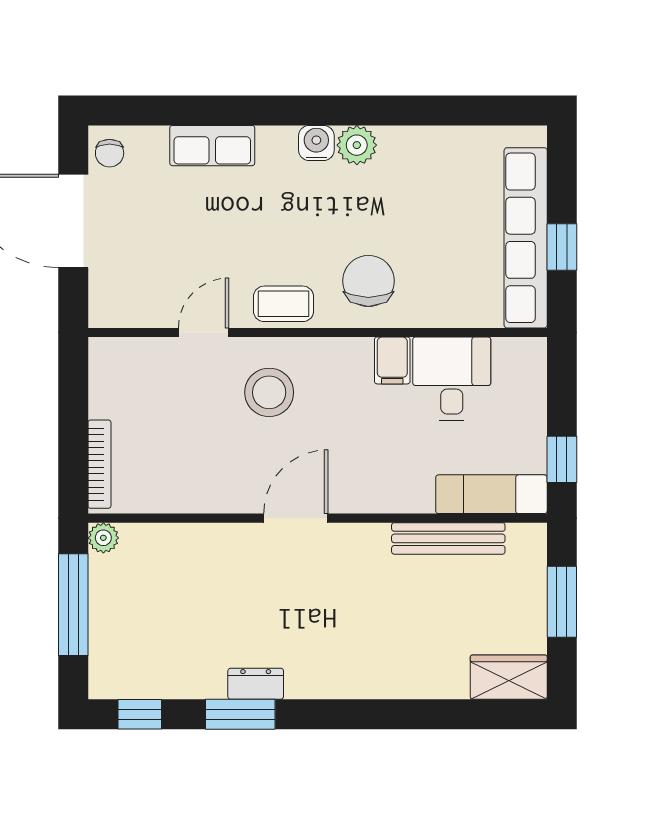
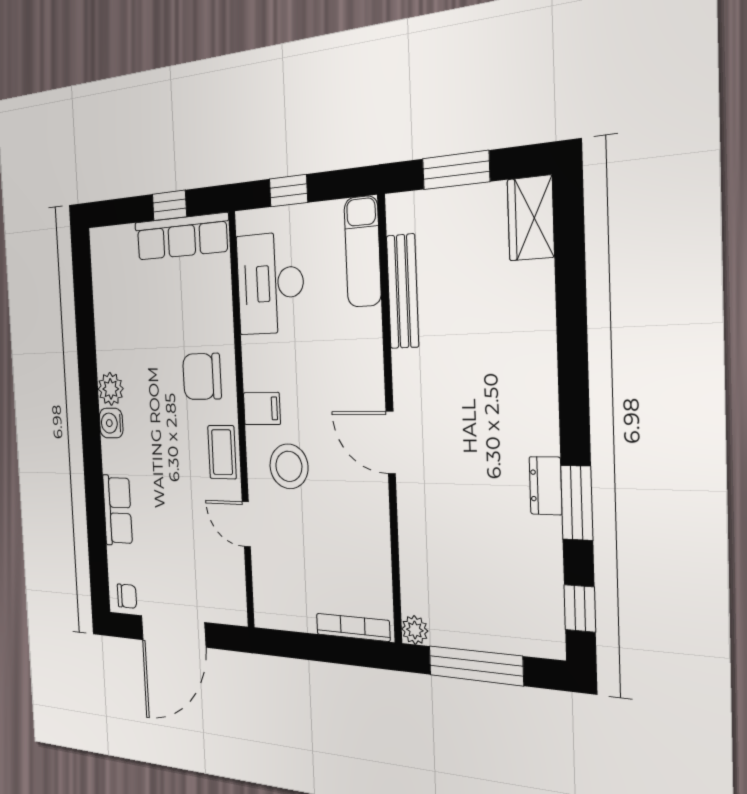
row of seats: (526, 238) -> (182, 237), width x0.73
filing cabinet: (392, 360) -> (262, 409), moved
desk: (452, 379) -> (270, 283), width x1.37
window: (562, 459) -> (288, 191), moved

